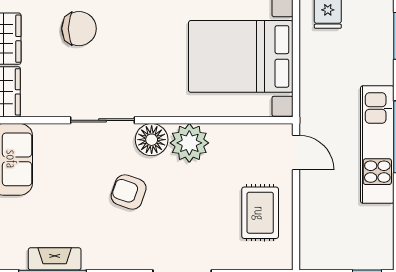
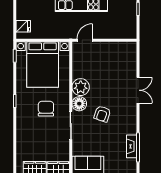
chair: (79, 29) -> (46, 109), moved
rug: (260, 213) -> (111, 56), removed

